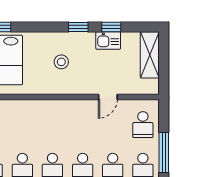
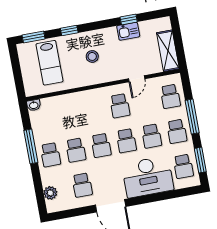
window: (78, 27) -> (69, 30), moved
shelving: (150, 55) -> (168, 51), moved
school desk: (83, 125) -> (120, 106), added

